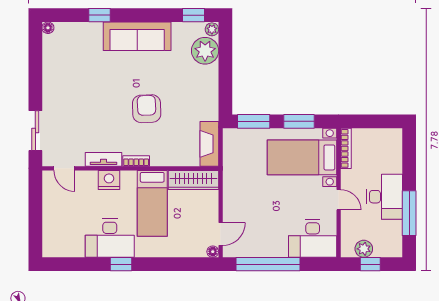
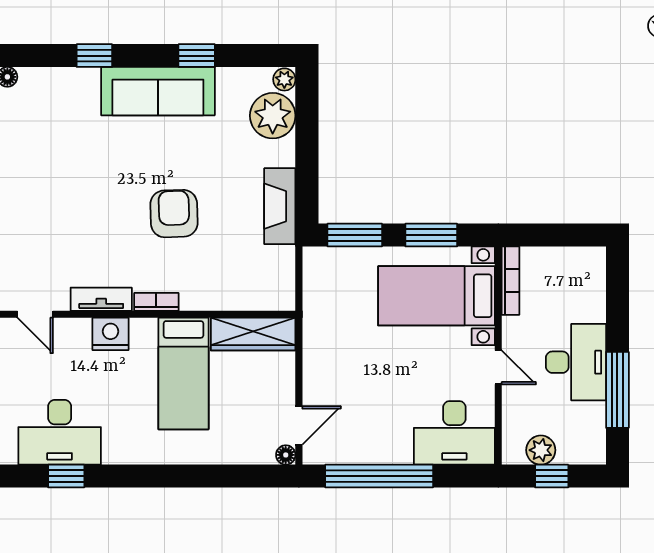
window: (193, 15) -> (197, 56), moved
fireplace: (209, 144) -> (280, 206), moved
desk: (110, 238) -> (60, 432), moved
window: (121, 264) -> (66, 476), moved

